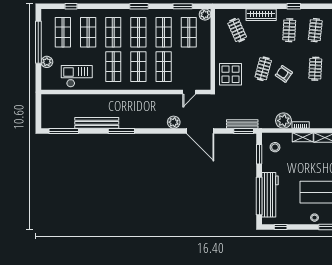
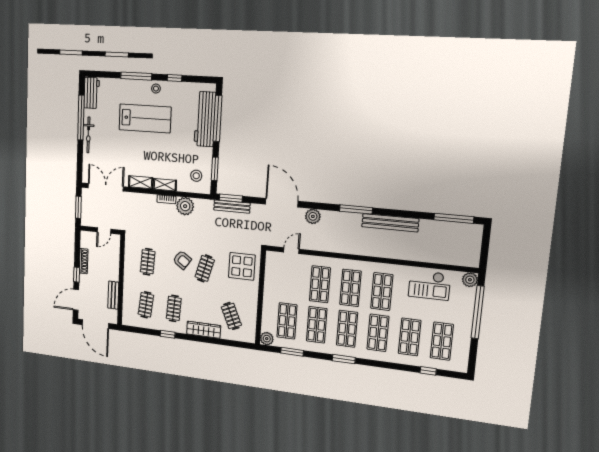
window: (38, 42) -> (478, 312), moved
plant: (47, 62) -> (470, 280), moved
bench: (97, 123) -> (390, 223), moved
window: (121, 131) -> (356, 209), moved
window: (281, 227) -> (175, 78), moved

